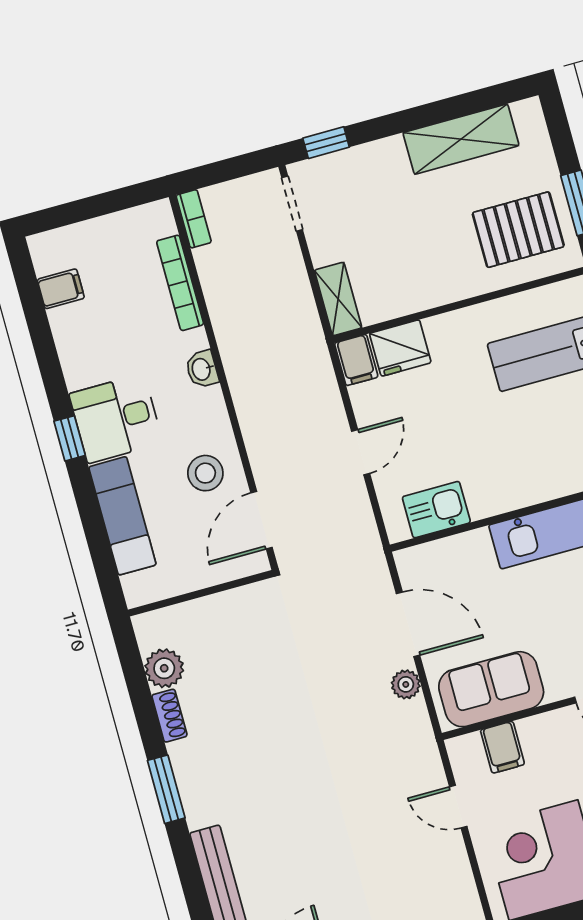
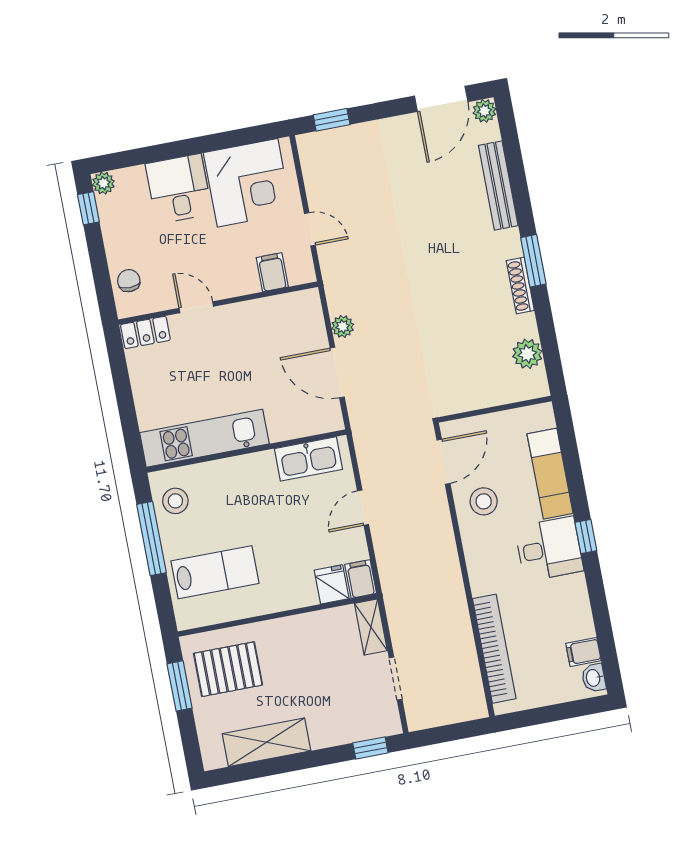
doorway: (292, 204) -> (396, 678), moved
bookcase: (194, 219) -> (477, 698), removed
bookcase: (180, 283) -> (494, 649), width x1.48, depth x1.31
fridge: (400, 348) -> (332, 584), width x0.72
washbasin: (202, 369) -> (594, 678), moved, turned 180
kitchen sink: (436, 510) -> (308, 459), width x1.38
sofa: (491, 689) -> (277, 318), removed
shoe rack: (169, 716) -> (520, 286), moved, width x1.43

